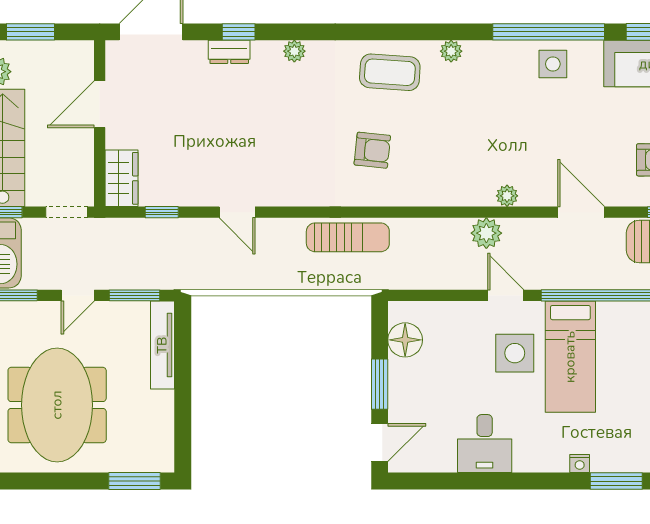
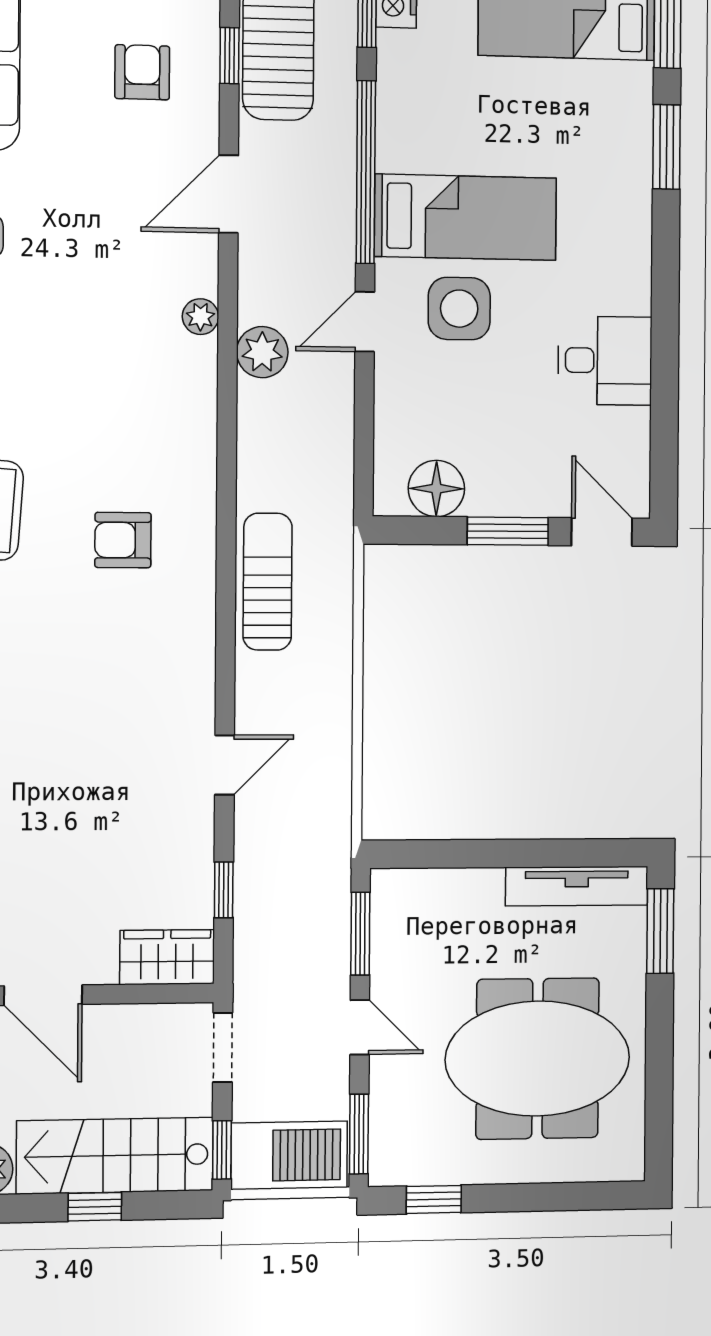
armchair: (372, 150) -> (123, 540), turned -96
tv unit: (162, 345) -> (577, 886), moved
nightstand: (580, 464) -> (638, 206), removed

